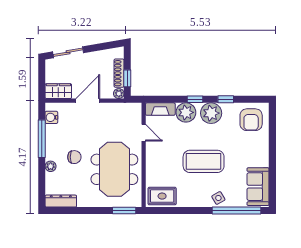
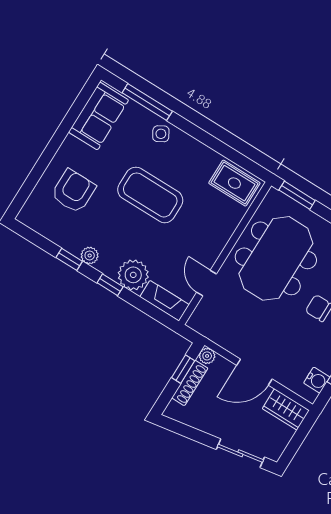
plant: (211, 113) -> (90, 255), width x0.53, depth x0.53
armchair: (251, 120) -> (73, 191), moved
window: (236, 211) -> (147, 102), width x0.68

